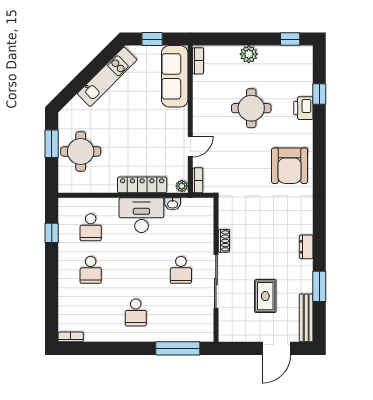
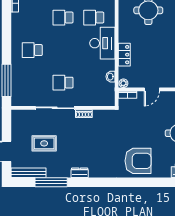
door: (190, 147) -> (152, 89), hinge flipped
armchair: (290, 166) -> (138, 161), turned 180
locker: (142, 185) -> (124, 55), width x0.66
desk: (141, 215) -> (102, 43), moved
window: (319, 286) -> (51, 182), width x1.44

